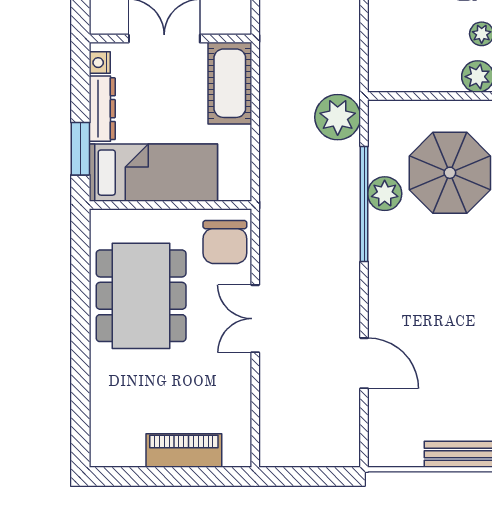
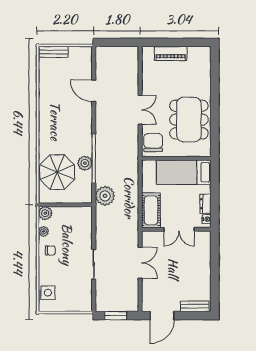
dresser: (102, 109) -> (205, 204), width x0.70
window: (80, 149) -> (215, 182), removed

